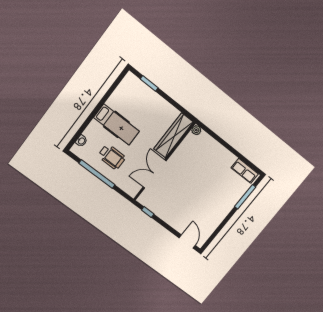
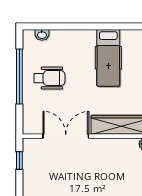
hospital bed: (116, 124) -> (108, 58), moved
wheelchair: (112, 157) -> (49, 78), turned -90

